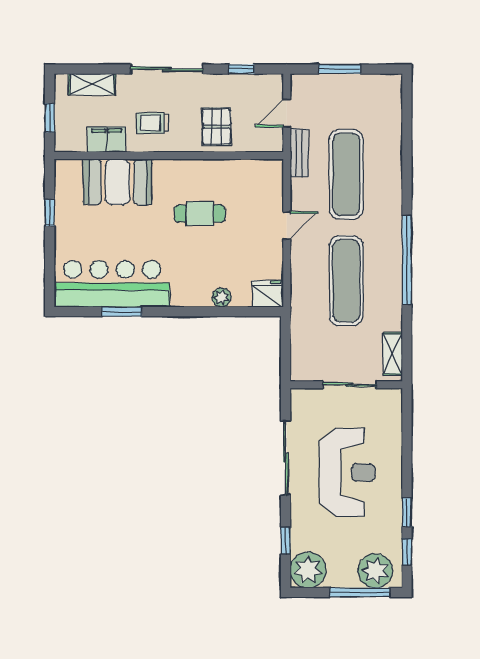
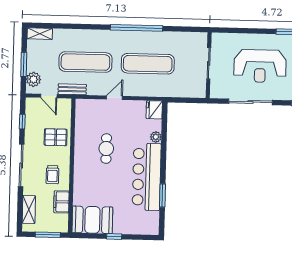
plant: (314, 86) -> (33, 79), added
window: (50, 118) -> (48, 235), width x1.50
booth: (118, 182) -> (92, 220), moved, turned 90
window: (50, 213) -> (114, 237), moved
door: (287, 225) -> (114, 98), hinge flipped
bar counter: (112, 284) -> (147, 177), moved
shelving: (393, 354) -> (40, 34), moved
reception desk: (347, 472) -> (260, 66), turned 180

